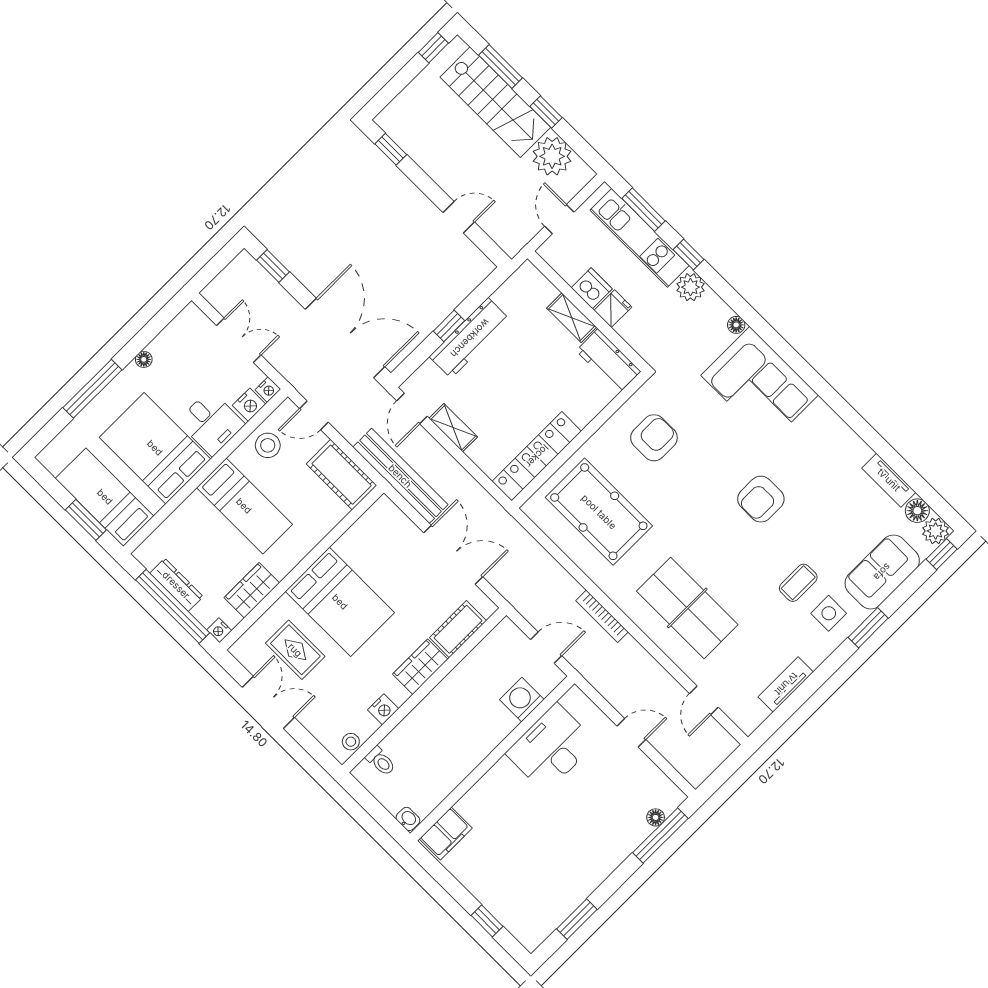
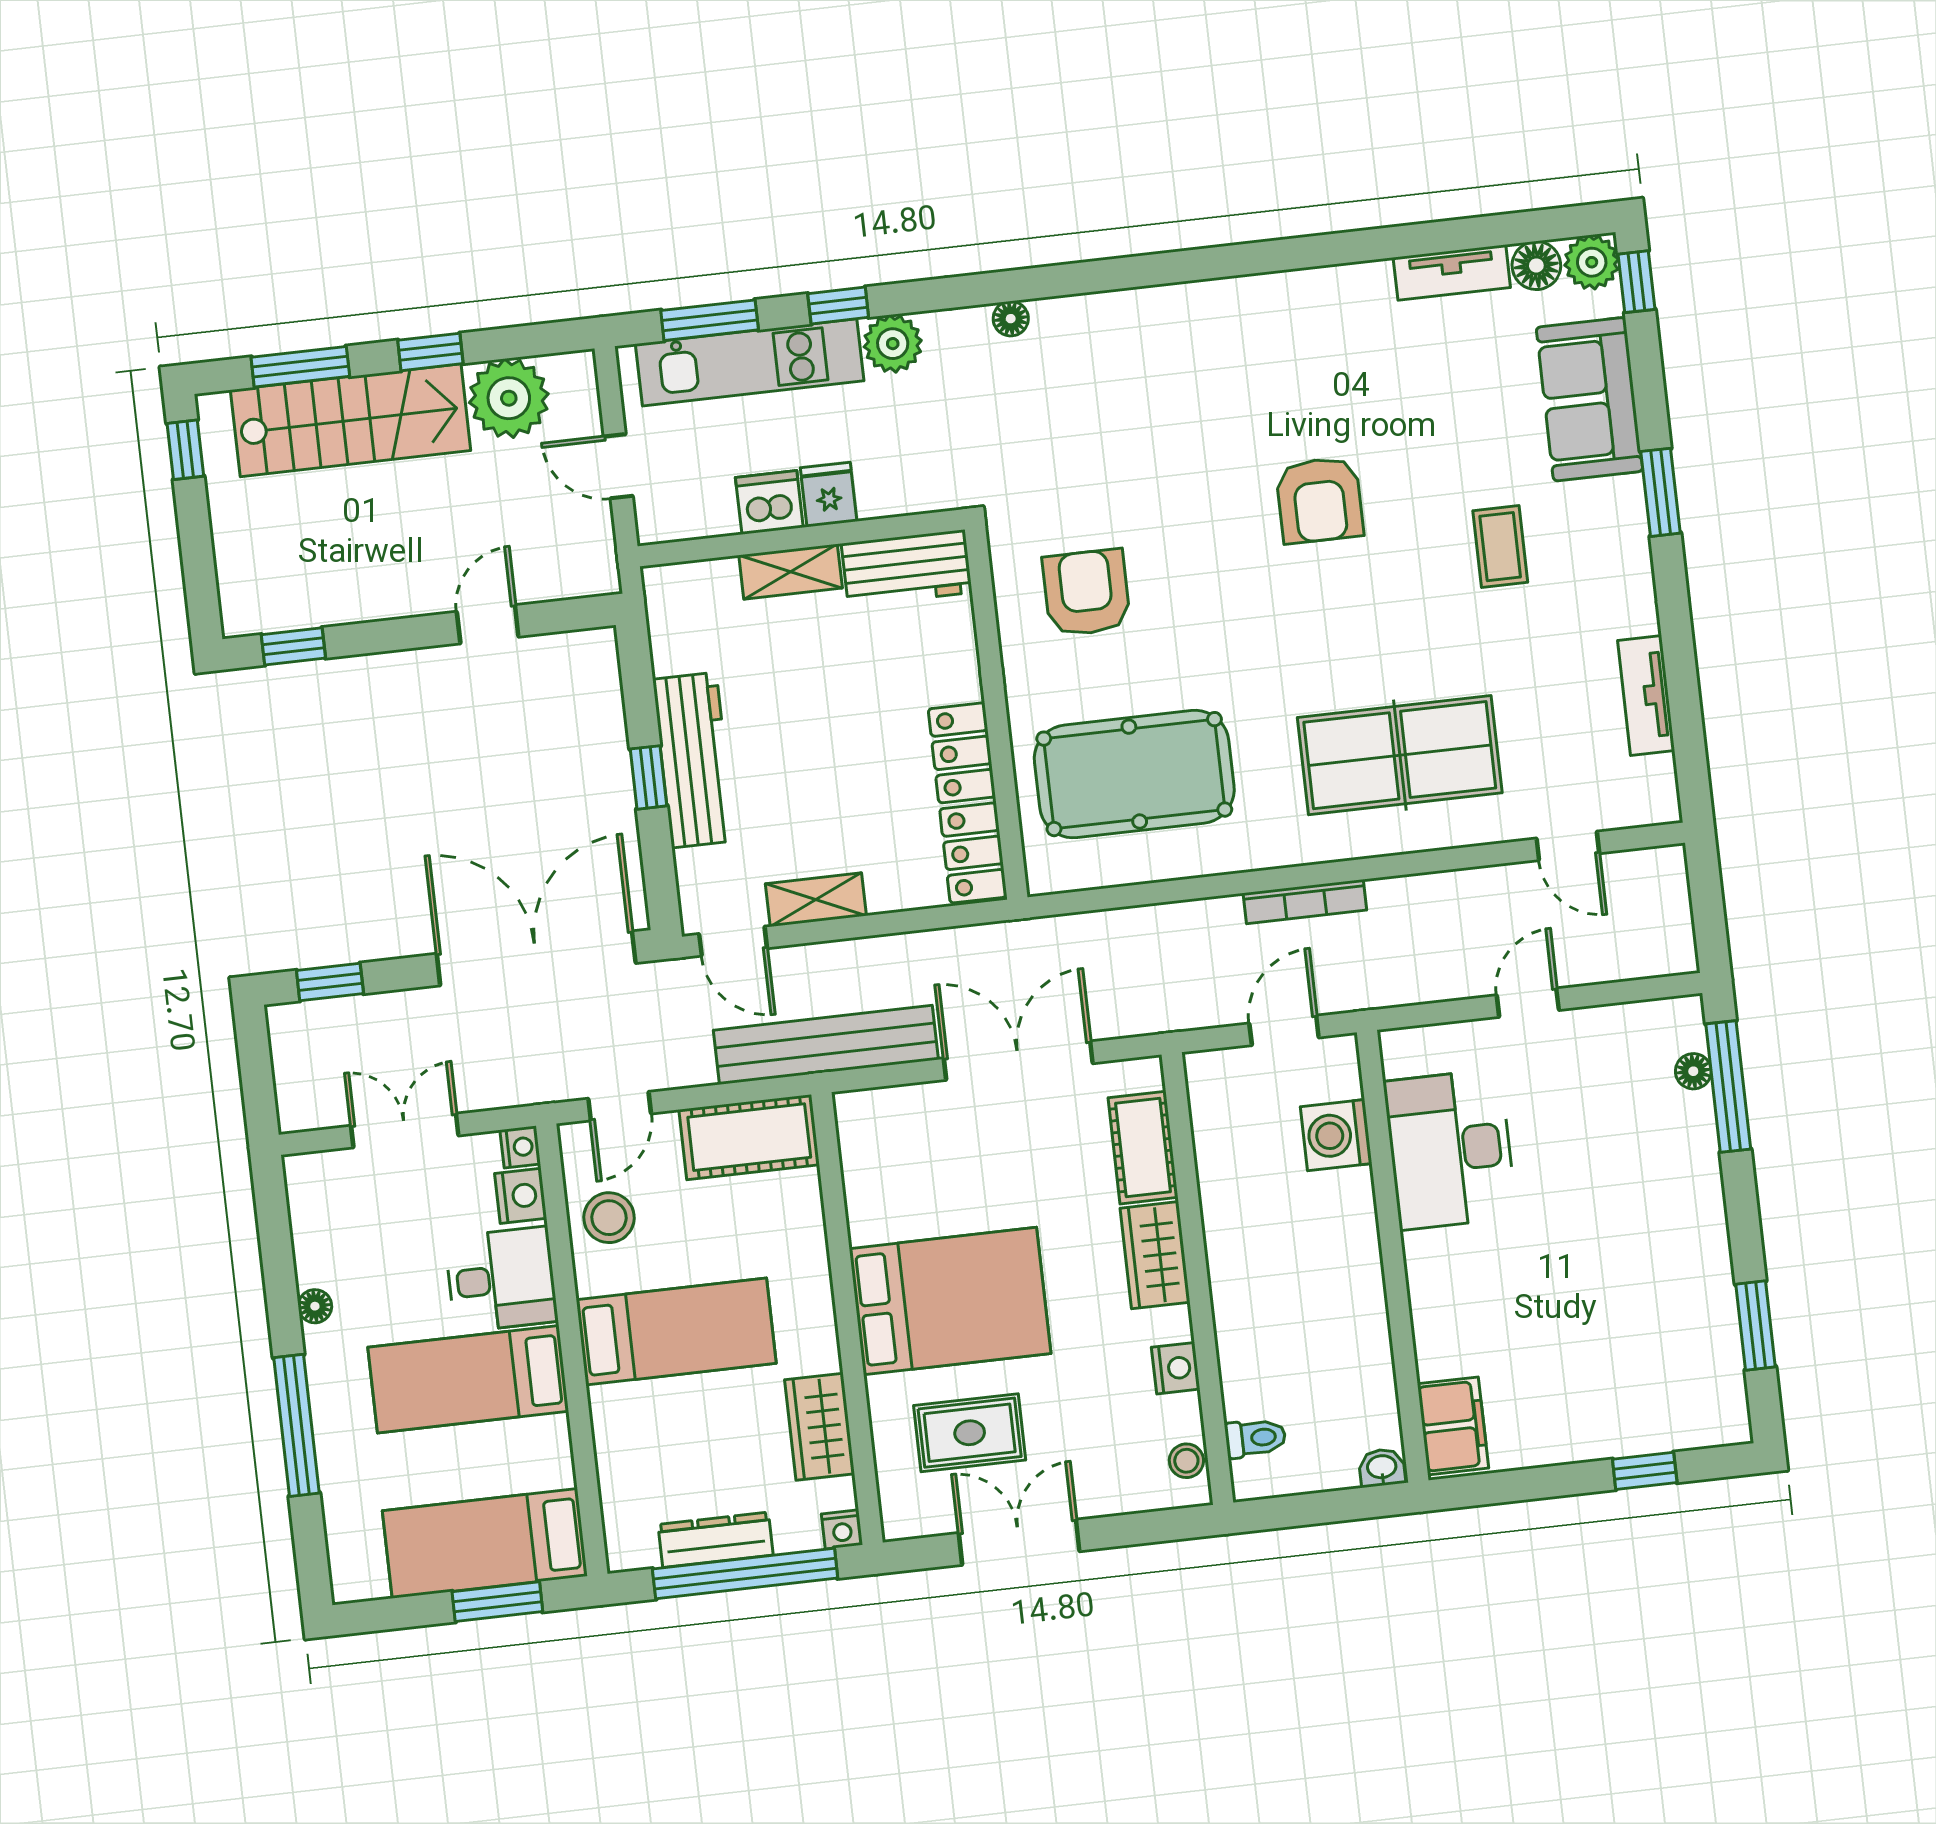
corner sofa: (760, 385) -> (1136, 358), removed
bed: (155, 448) -> (468, 1379), width x0.67
side table: (829, 613) -> (1587, 537), removed

